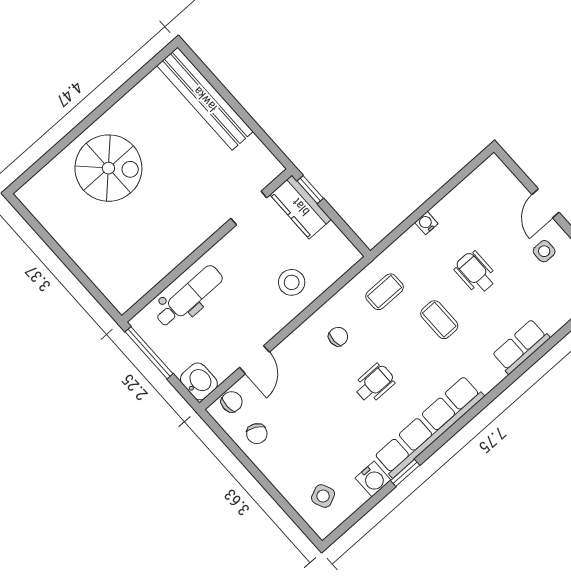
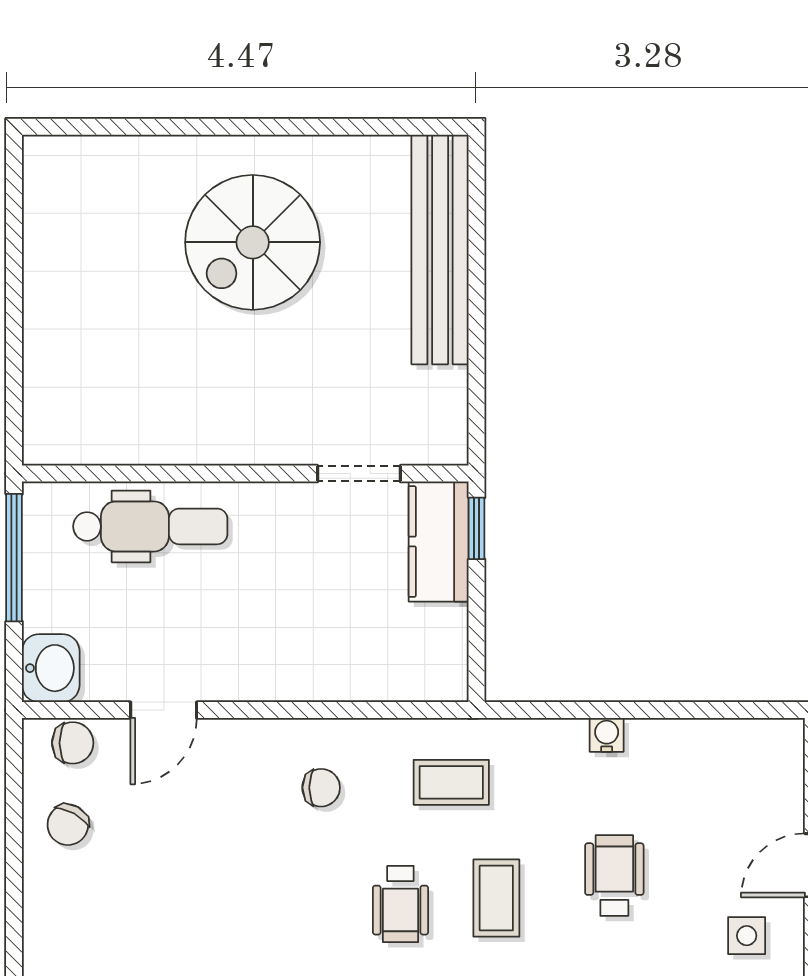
spiral stairs: (108, 168) -> (253, 242), moved, turned 90
stool: (292, 282) -> (324, 643), removed
wheelchair: (374, 383) -> (400, 904), moved, turned 90

